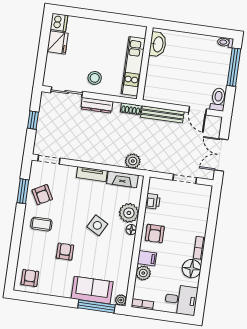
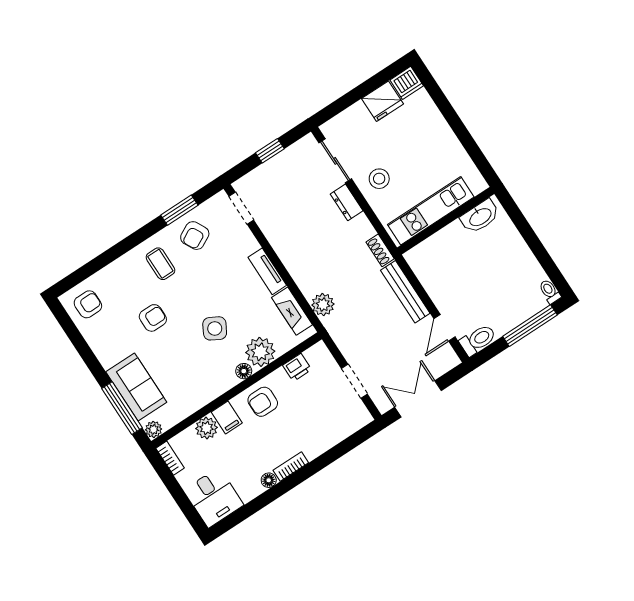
dresser: (97, 105) -> (347, 202), width x0.70
floor lamp: (192, 269) -> (269, 480), width x0.53, depth x0.53

